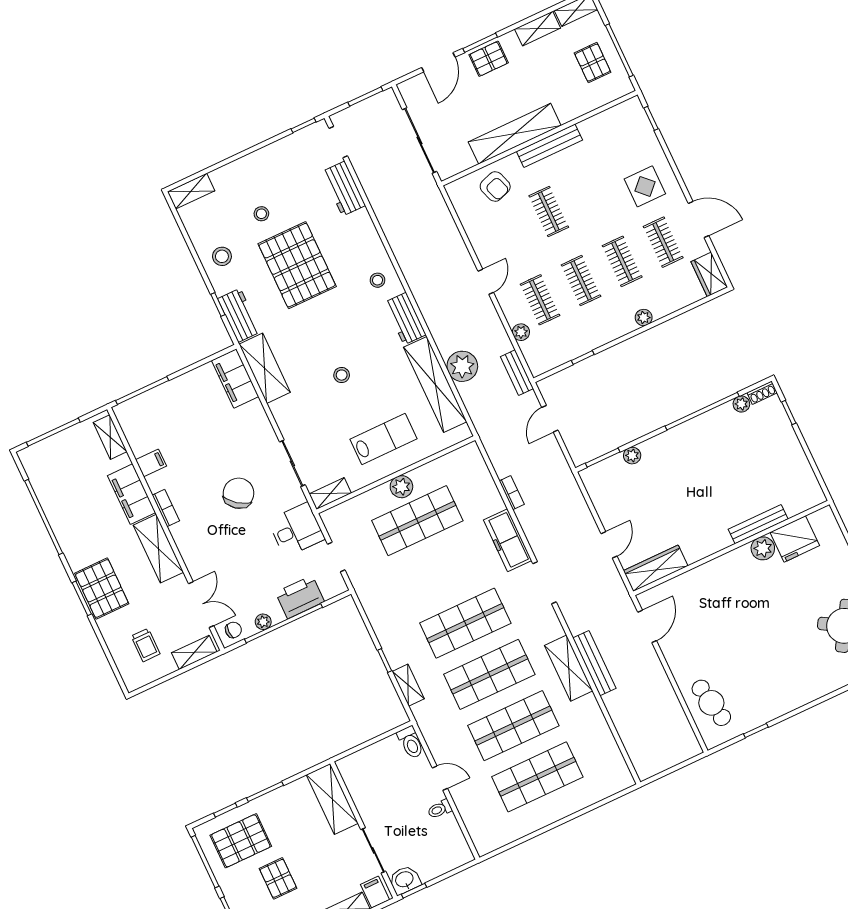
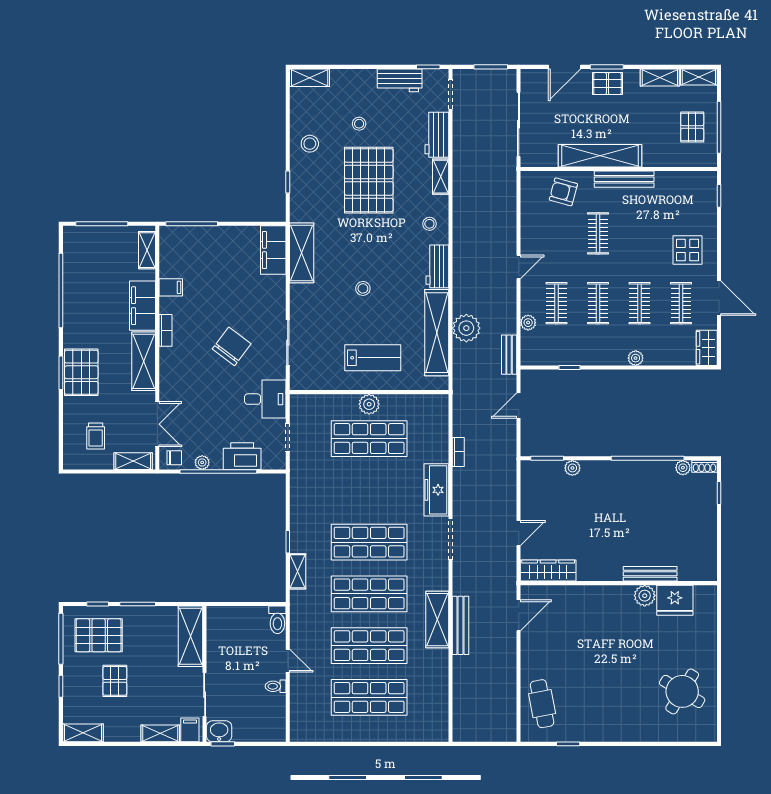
armchair: (495, 187) -> (563, 192), turned 124
workbench: (239, 315) -> (400, 80), moved, turned 90
shelving: (330, 494) -> (441, 177), moved, turned 90

